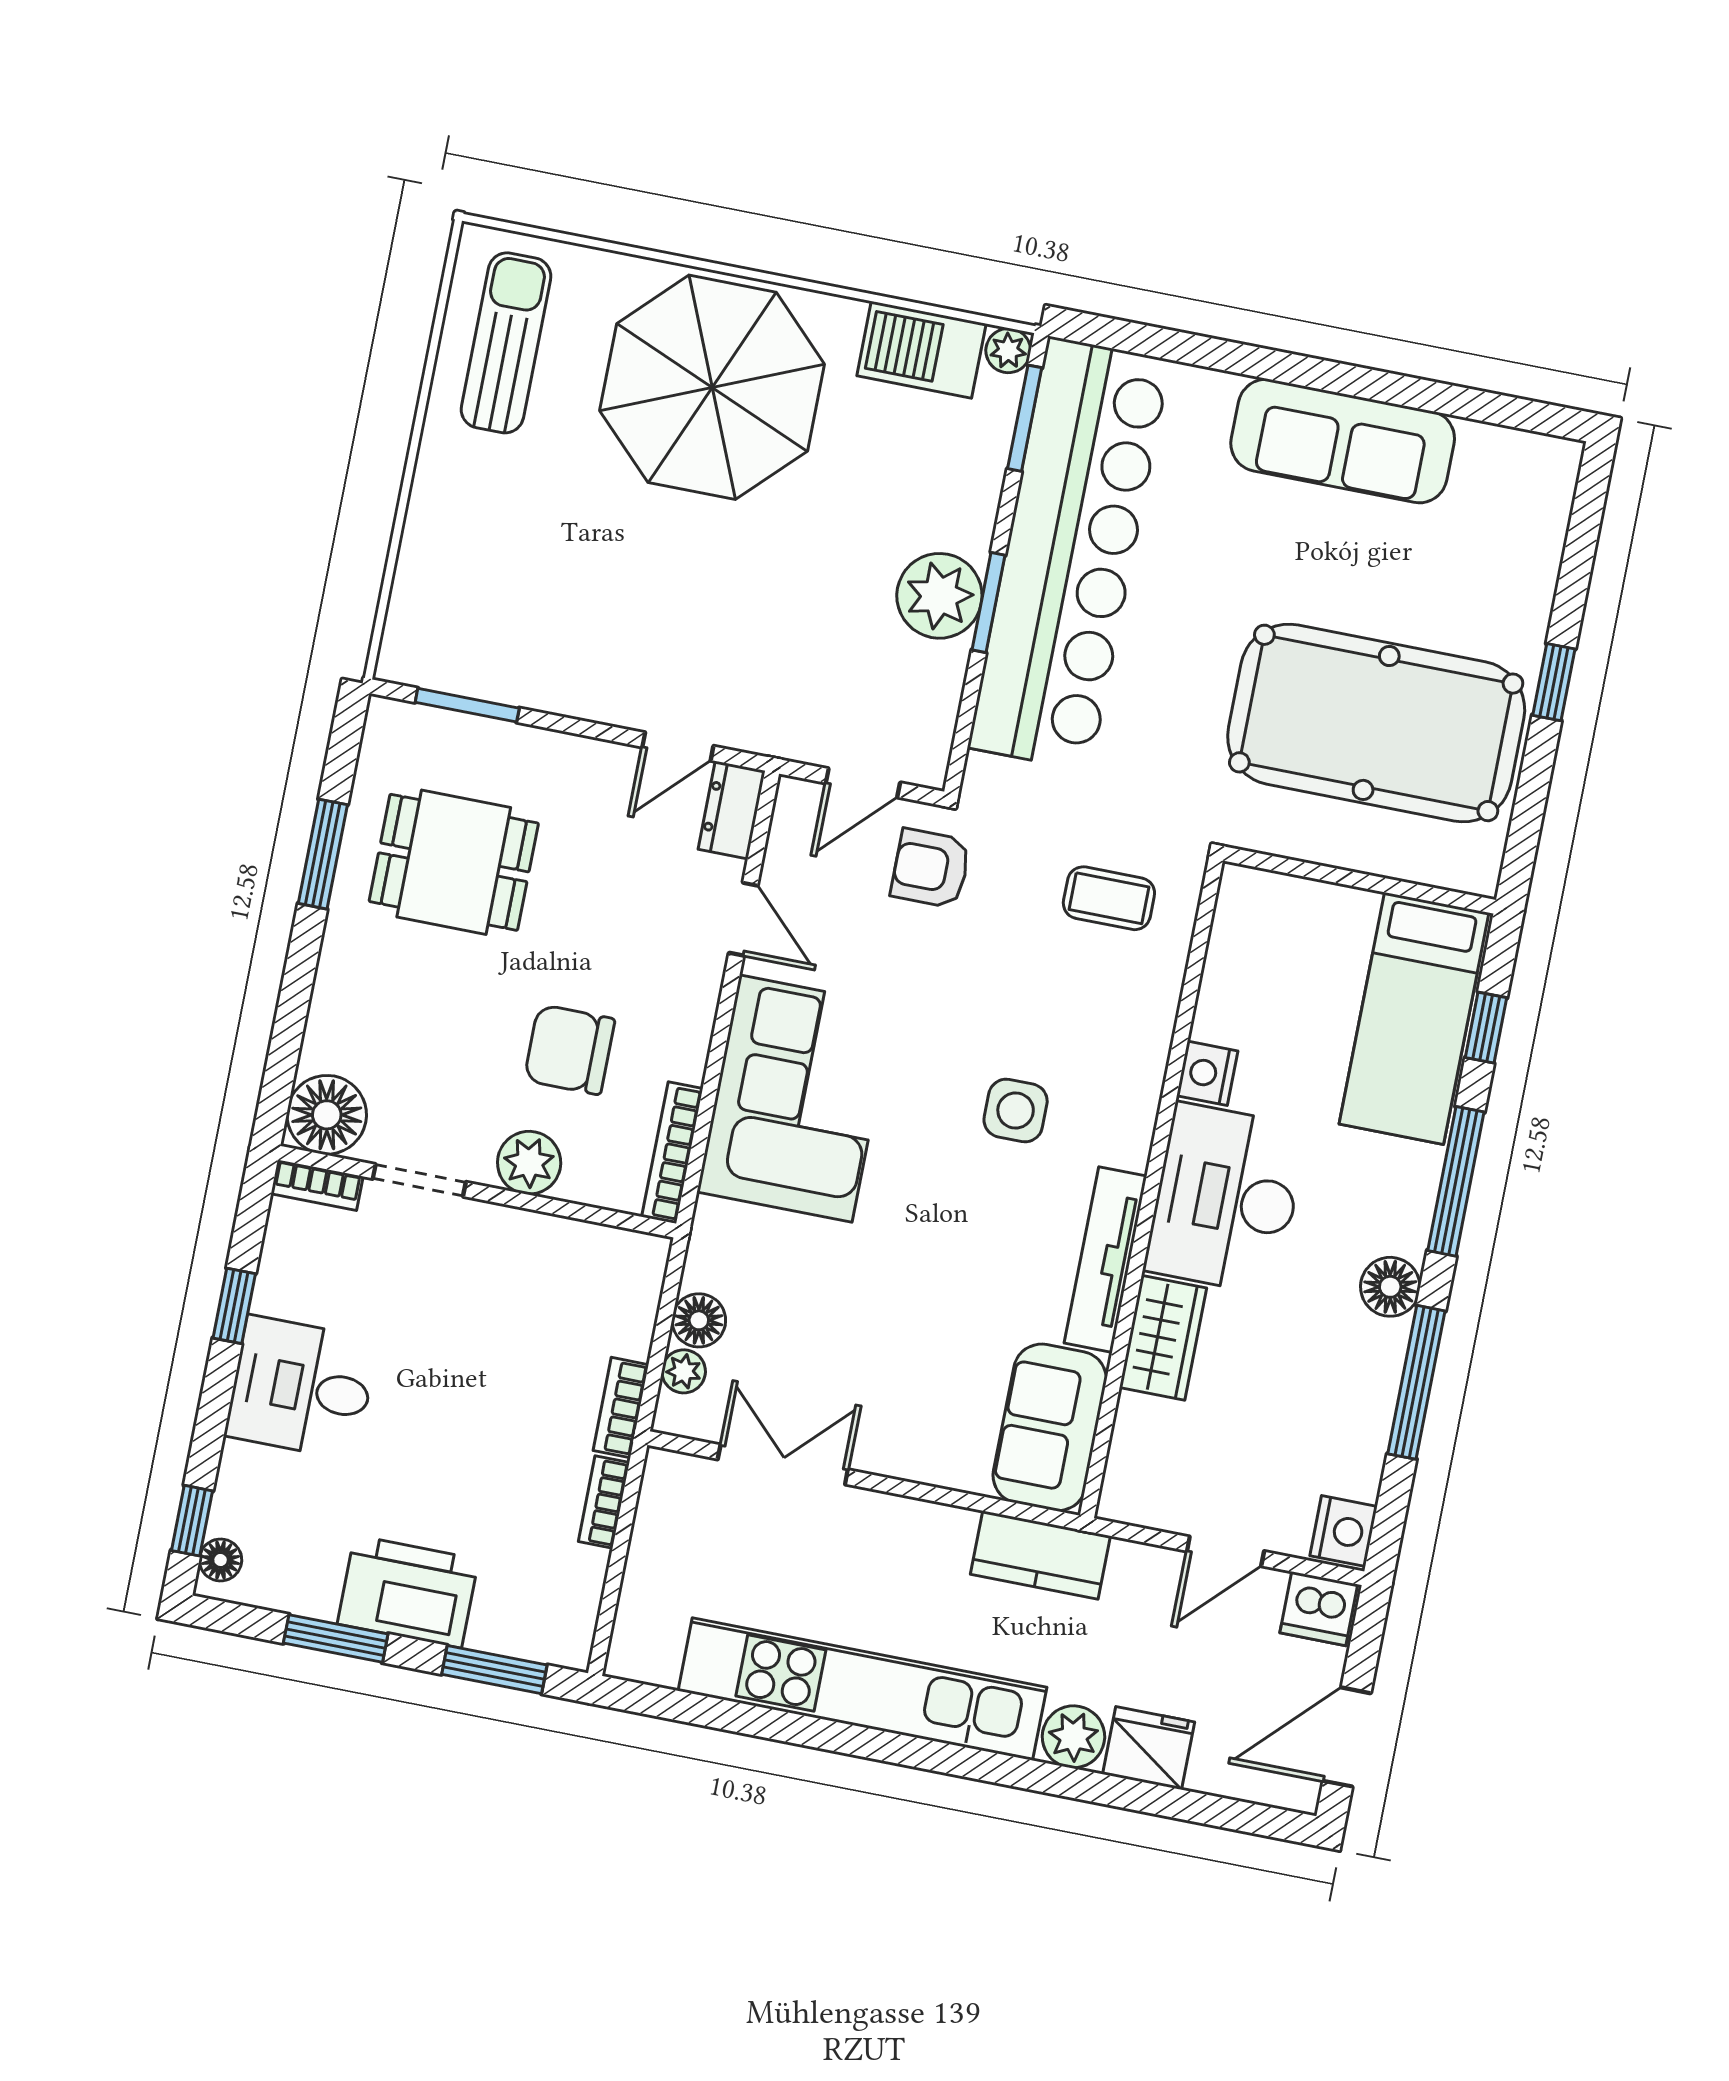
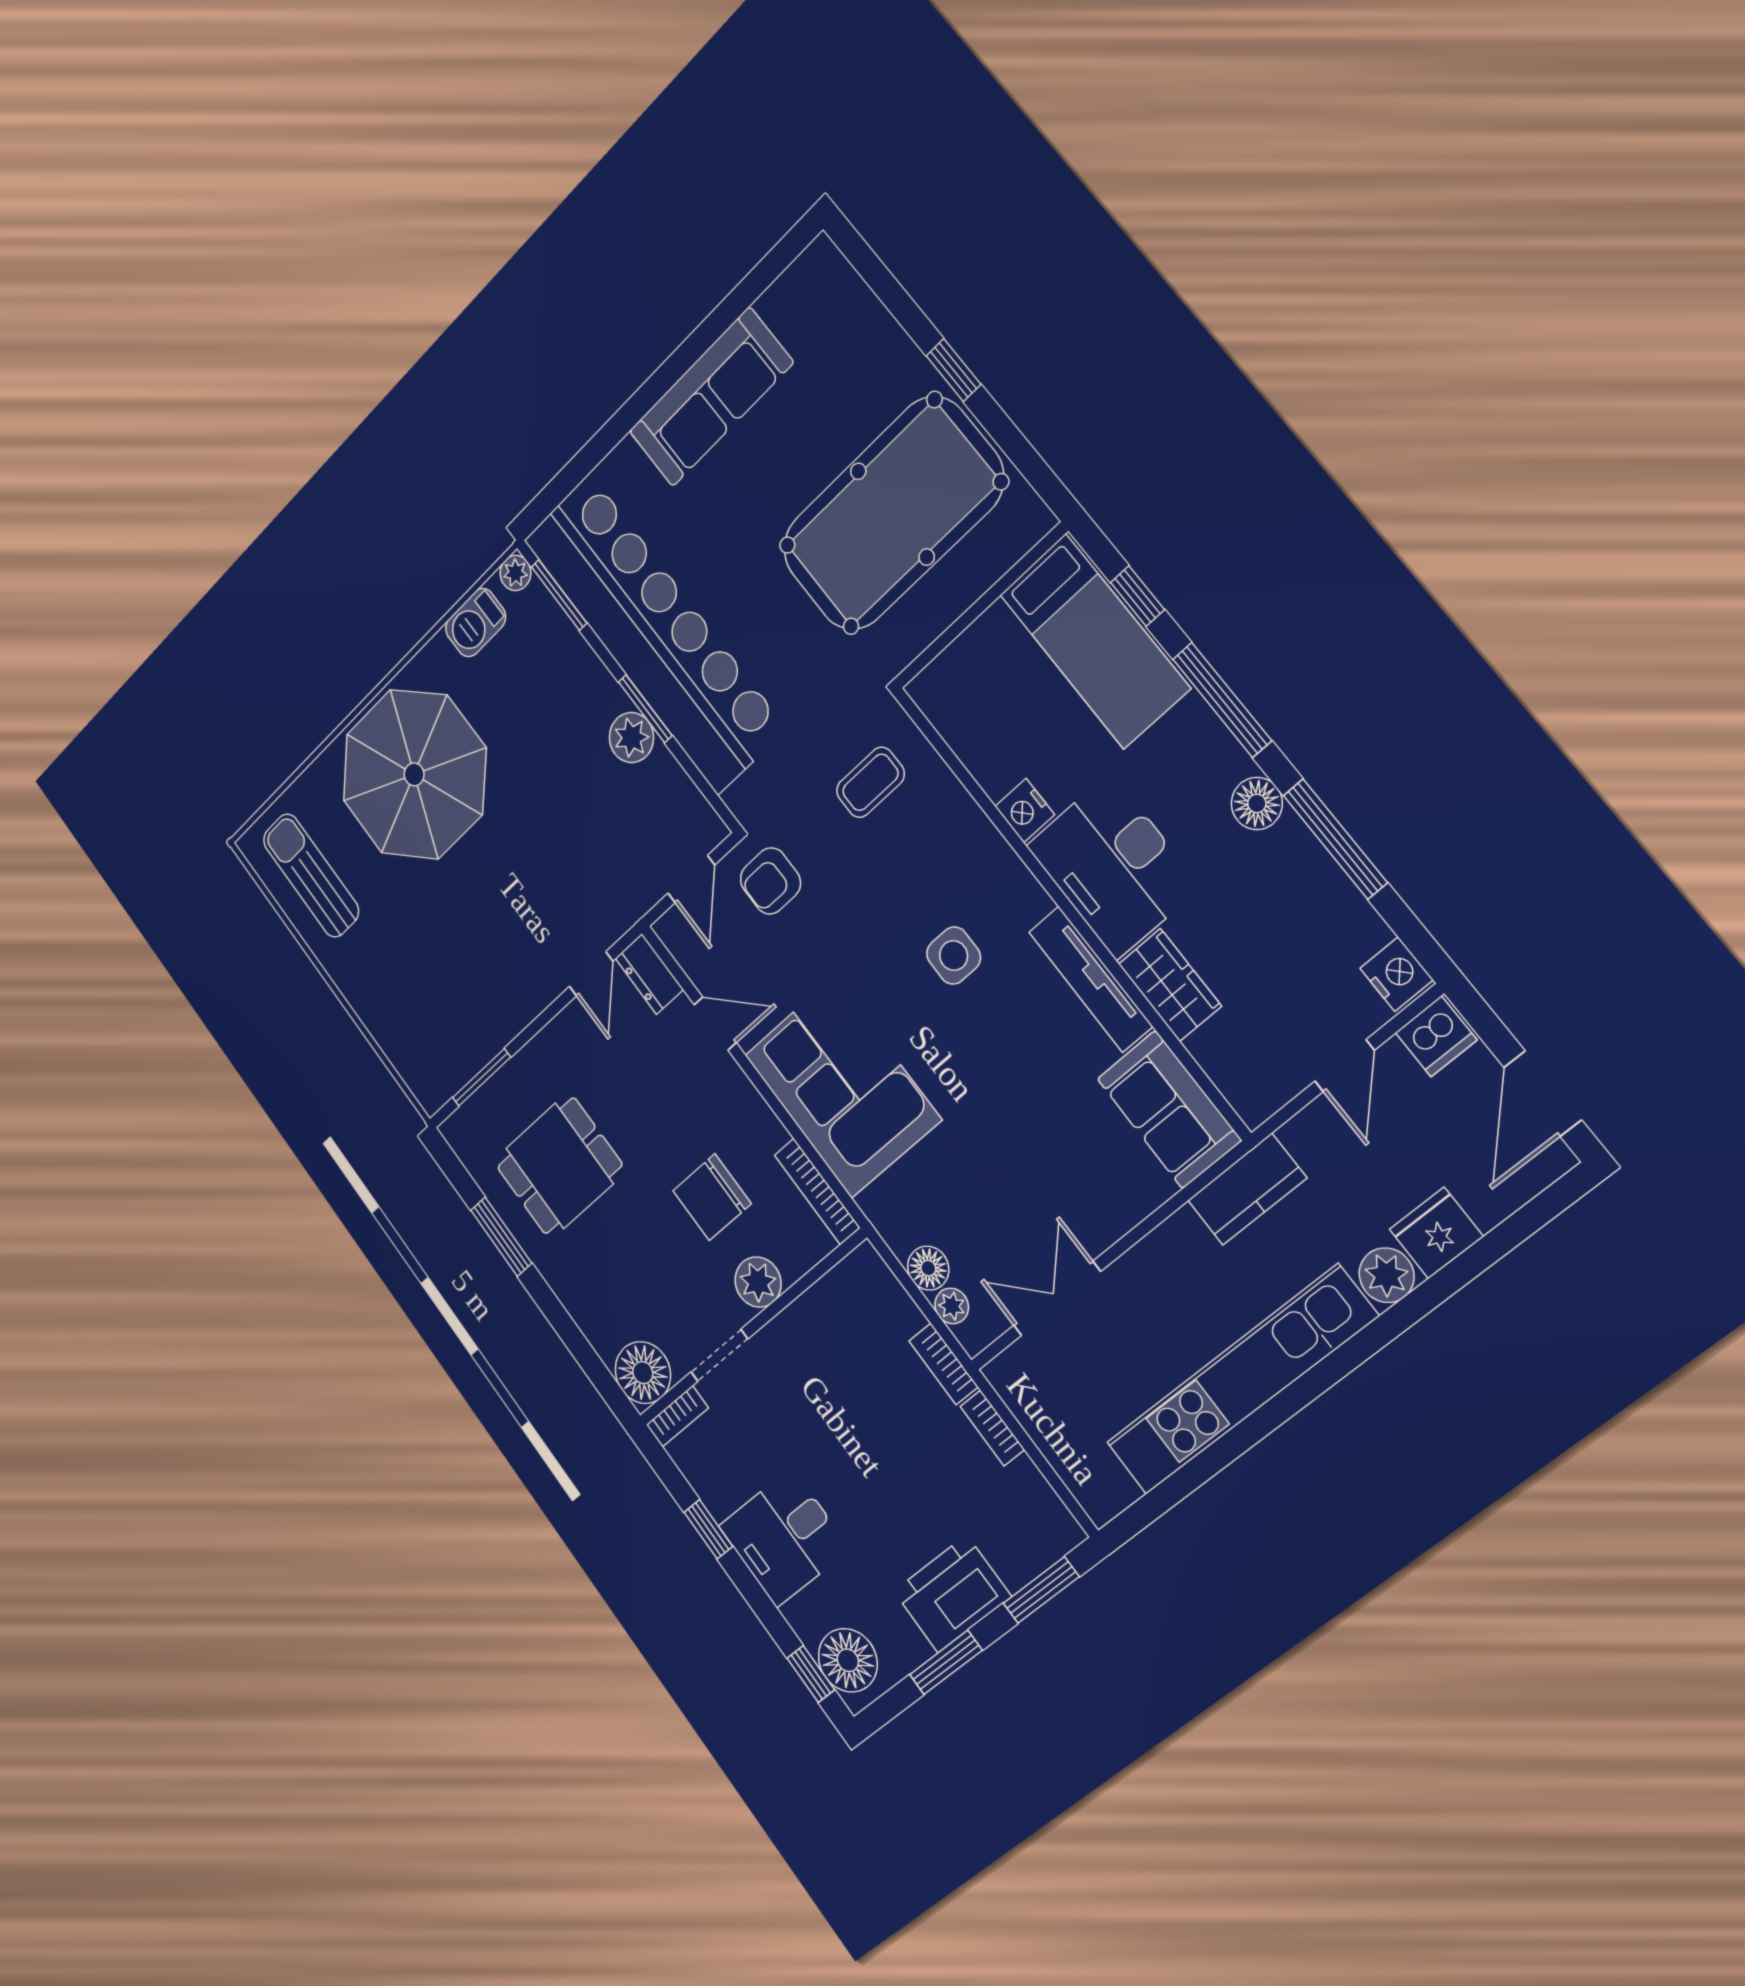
barbecue: (921, 350) -> (476, 623), width x0.73, depth x0.79
plant: (939, 596) -> (631, 738), width x0.73, depth x0.73
floor lamp: (221, 1560) -> (848, 1660), width x1.89, depth x1.89

